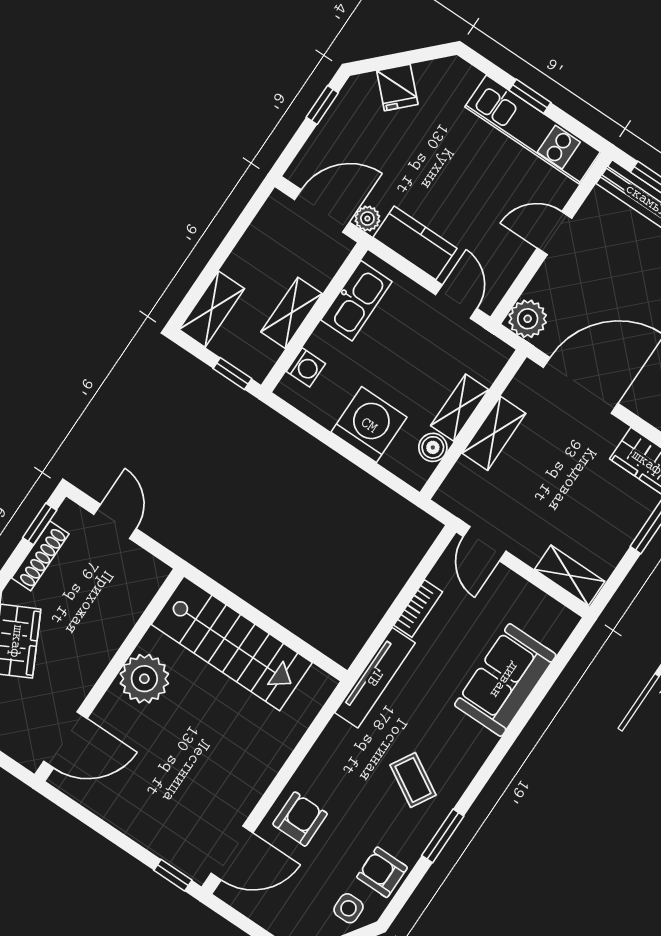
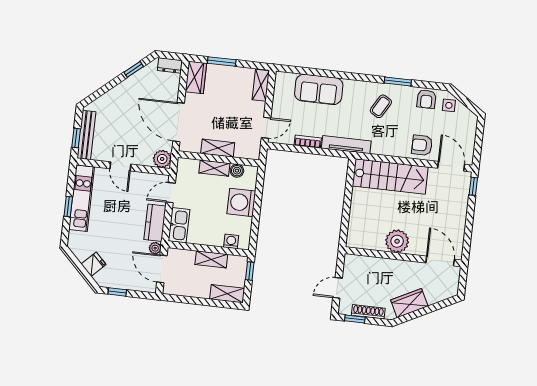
kitchen sink: (356, 301) -> (179, 225), moved, turned 90
stairs: (232, 643) -> (390, 176), moved, turned 90

